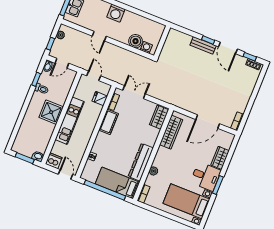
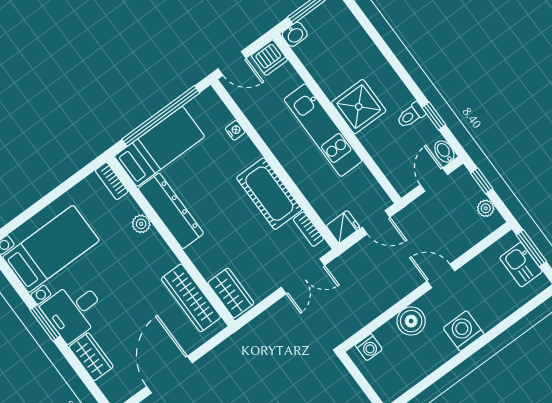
boiler: (136, 41) -> (411, 321), moved
fridge: (100, 99) -> (343, 227), moved
cot: (109, 122) -> (269, 194), width x1.37, depth x1.34

